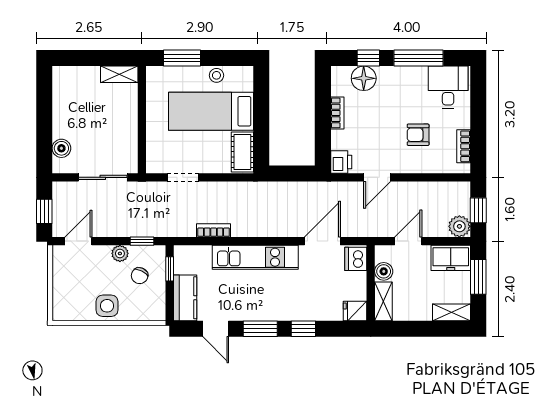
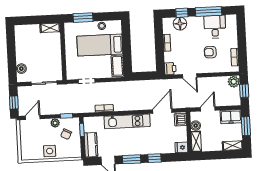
desk: (448, 87) -> (215, 27), moved
door: (377, 177) -> (190, 76), hinge flipped
plant: (459, 226) -> (234, 82), moved

